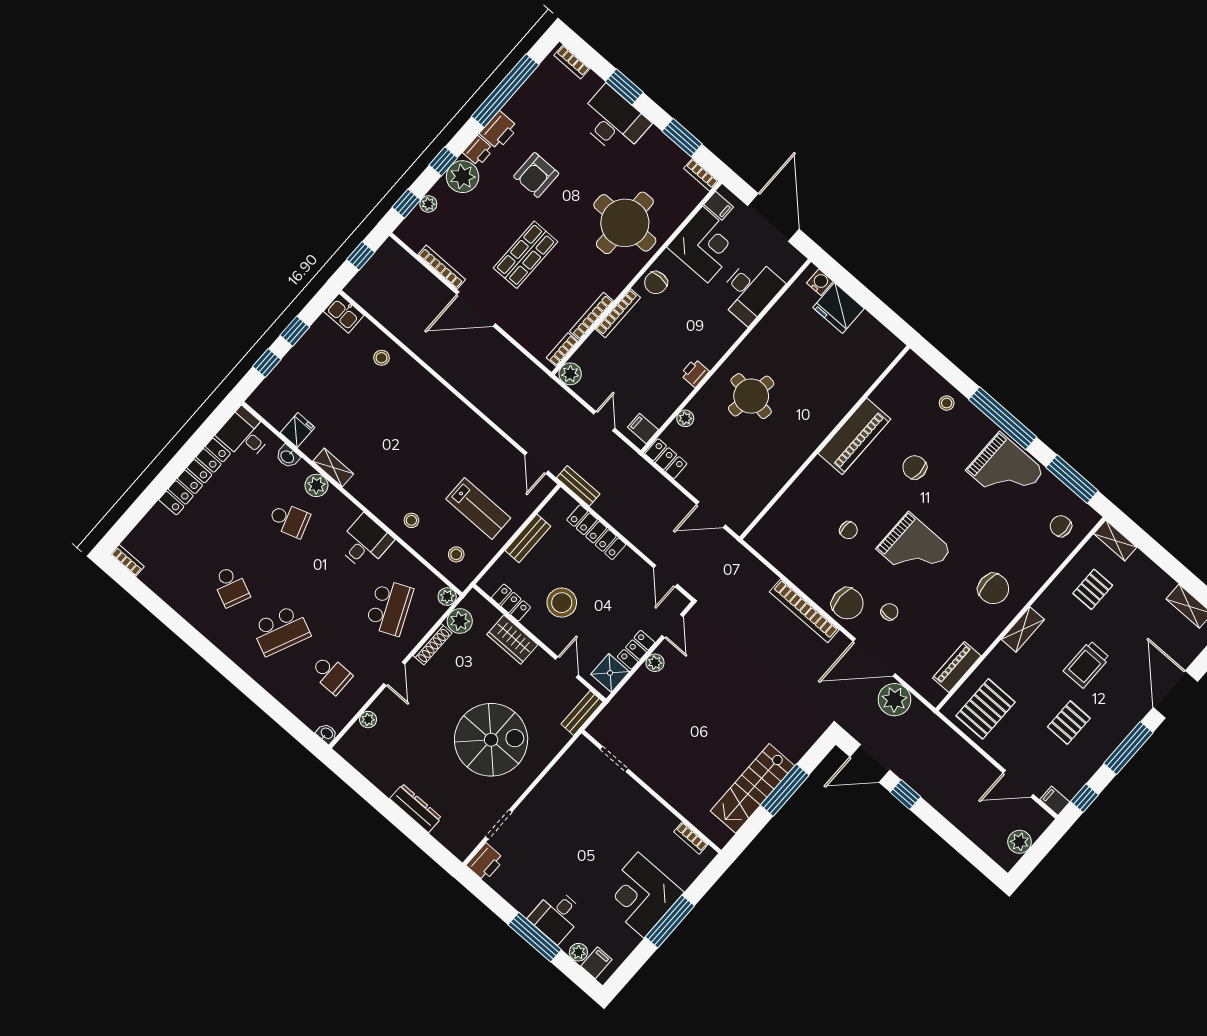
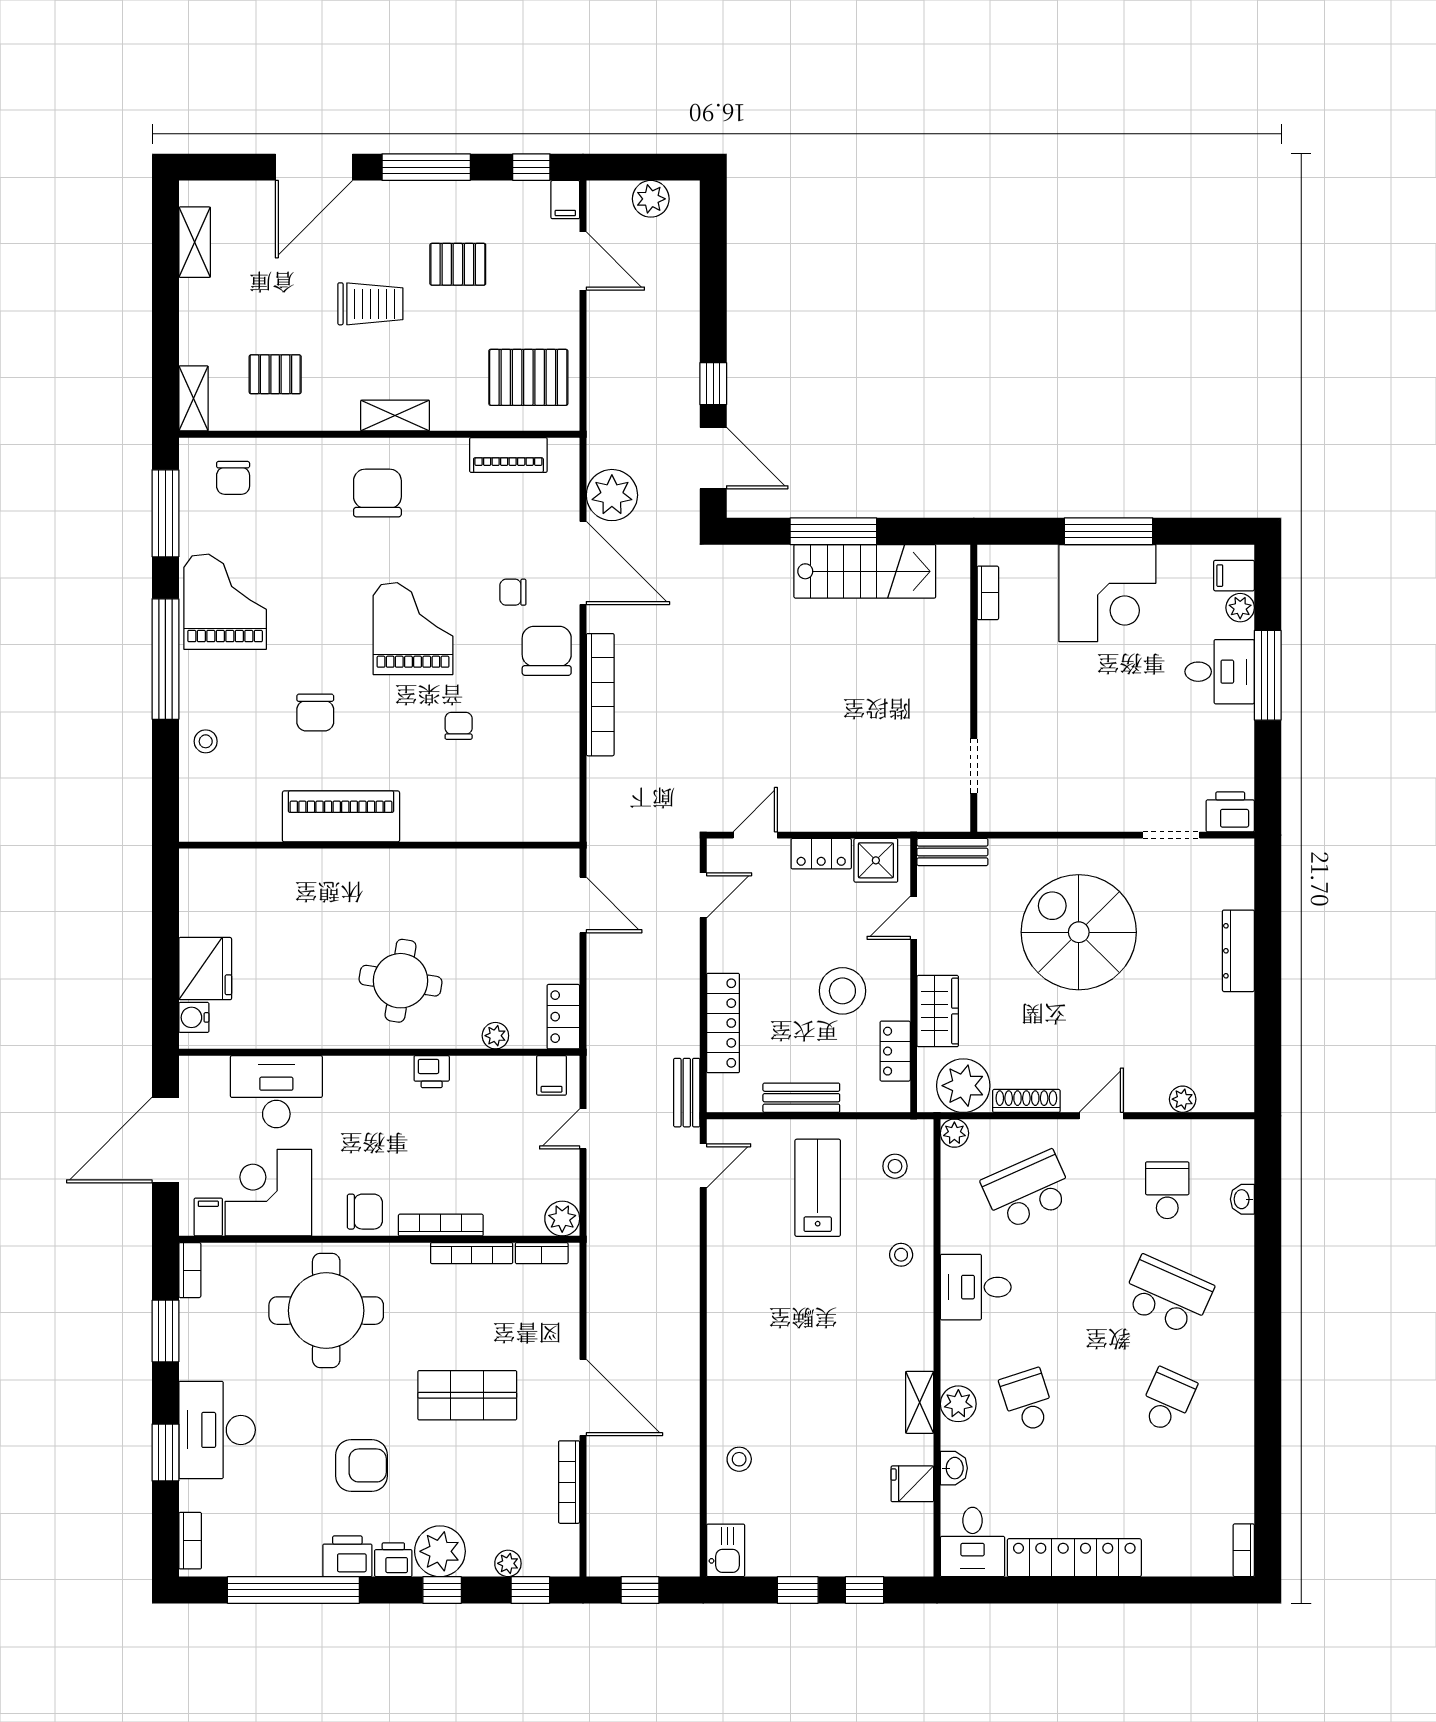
plant: (460, 621) -> (963, 1086), width x1.36, depth x1.36
plant: (655, 663) -> (817, 818), removed
washbasin: (327, 734) -> (1242, 1199), moved

